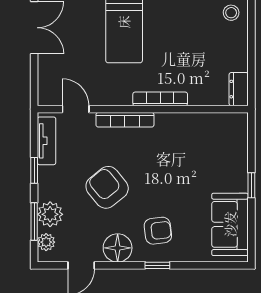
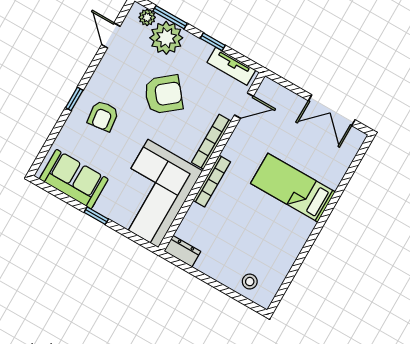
corner sofa: (202, 145) -> (153, 194), added
plant: (50, 214) -> (166, 38), width x1.36, depth x1.36
floor lamp: (118, 248) -> (108, 74), removed

